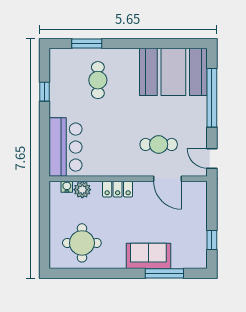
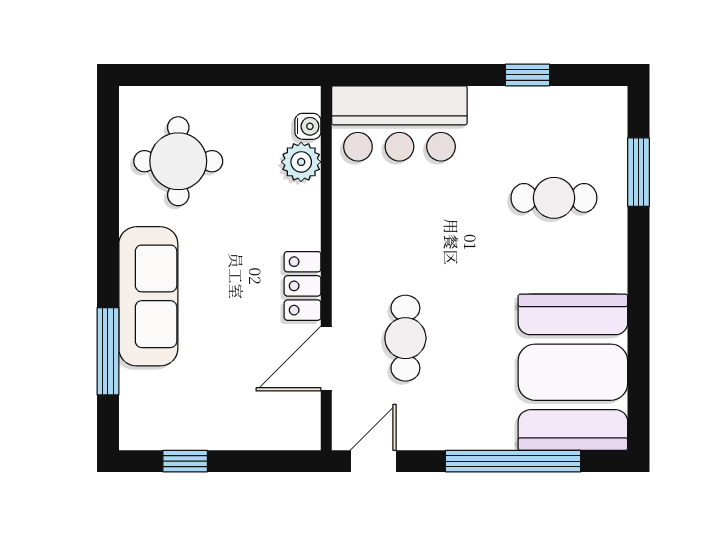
locker: (118, 189) -> (303, 286), moved
sofa: (148, 256) -> (148, 296), width x1.36

